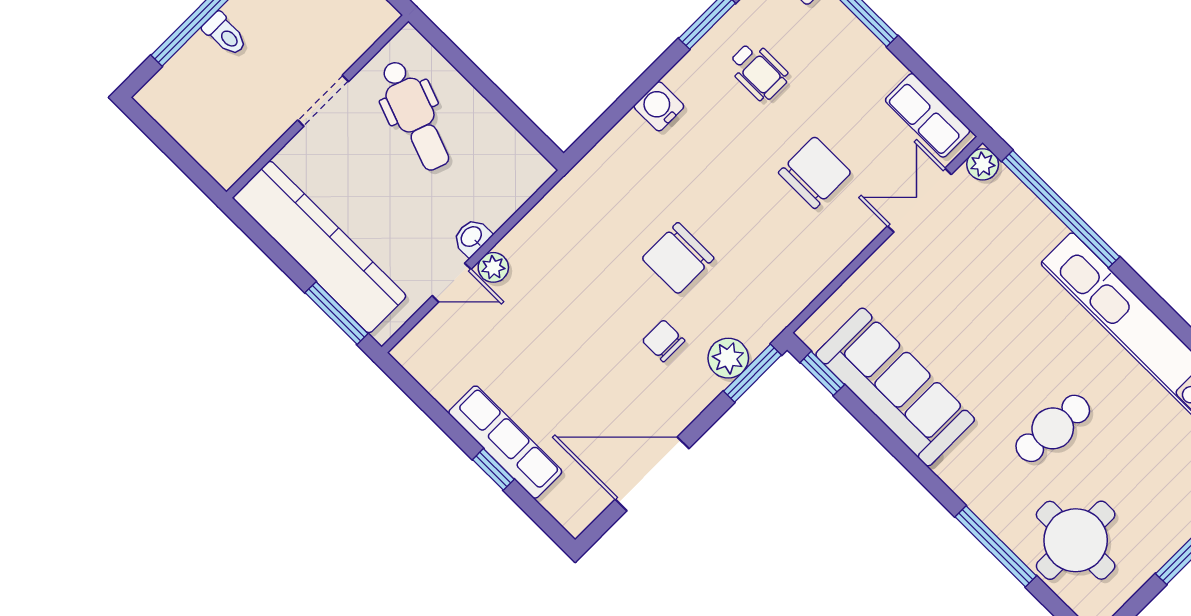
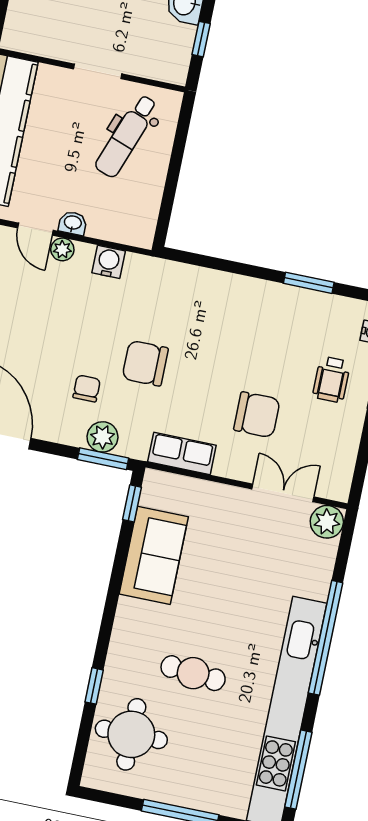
wheelchair: (758, 71) -> (332, 379), moved
water cooler: (659, 106) -> (109, 262), moved
row of seats: (928, 115) -> (182, 453), moved, turned 90
plant: (983, 164) -> (327, 522), width x1.38, depth x1.38
window: (1061, 209) -> (326, 638), moved
sofa: (895, 387) -> (154, 555), width x0.73
window: (996, 546) -> (94, 686), width x0.46

